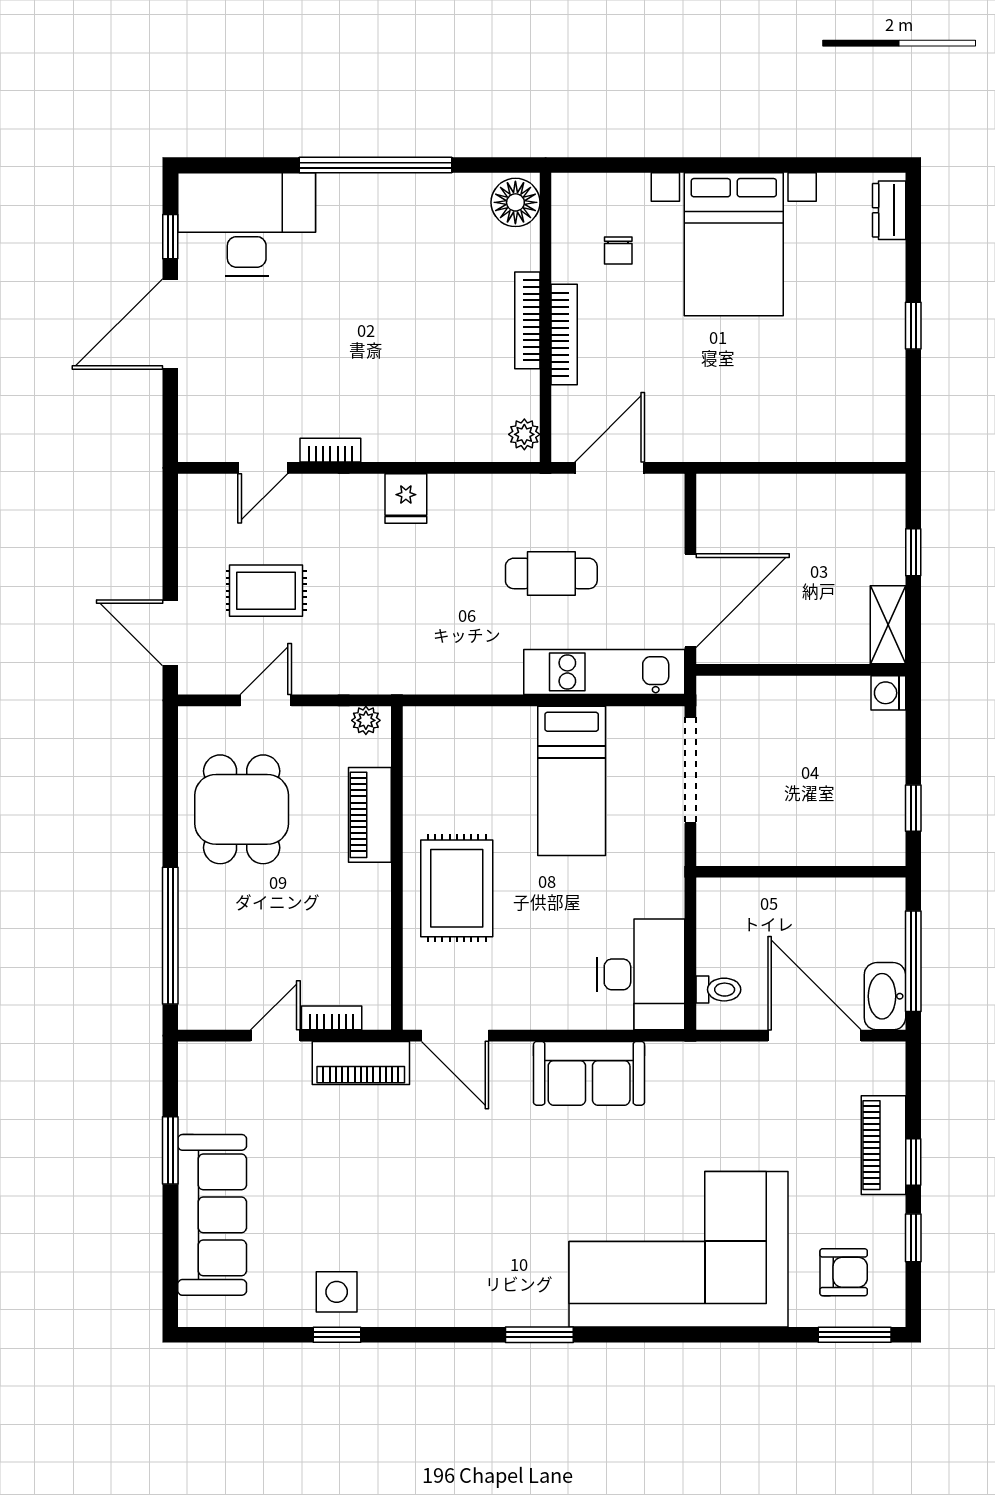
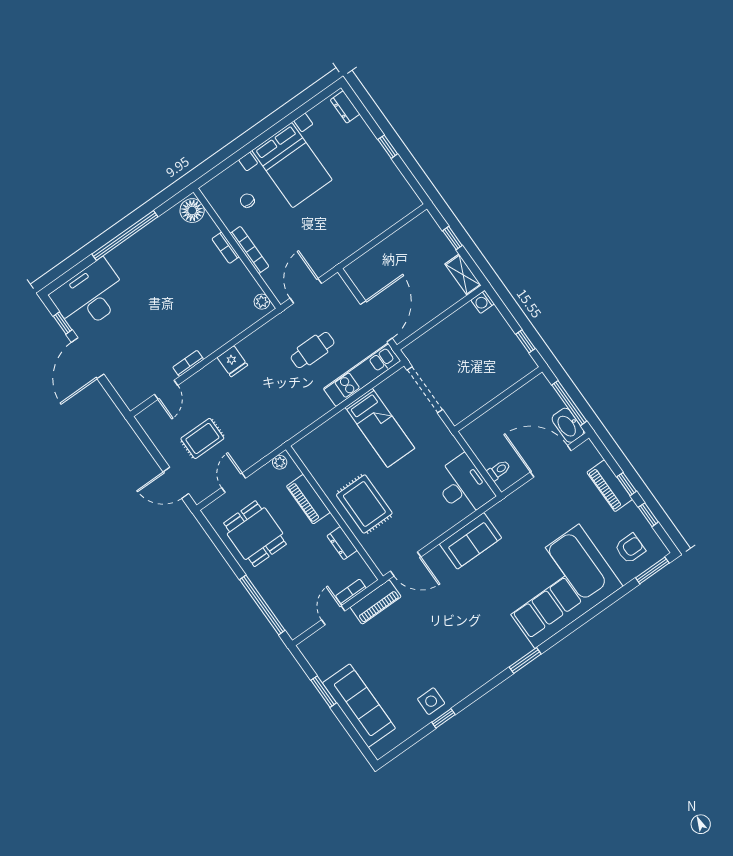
chair: (618, 250) -> (247, 201), turned 180
bookcase: (527, 320) -> (226, 248), width x0.64
dresser: (374, 927) -> (342, 543), added

